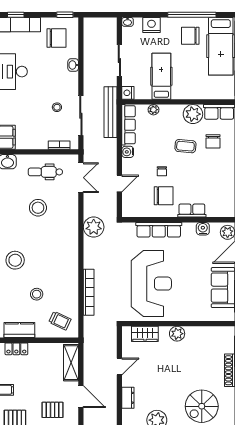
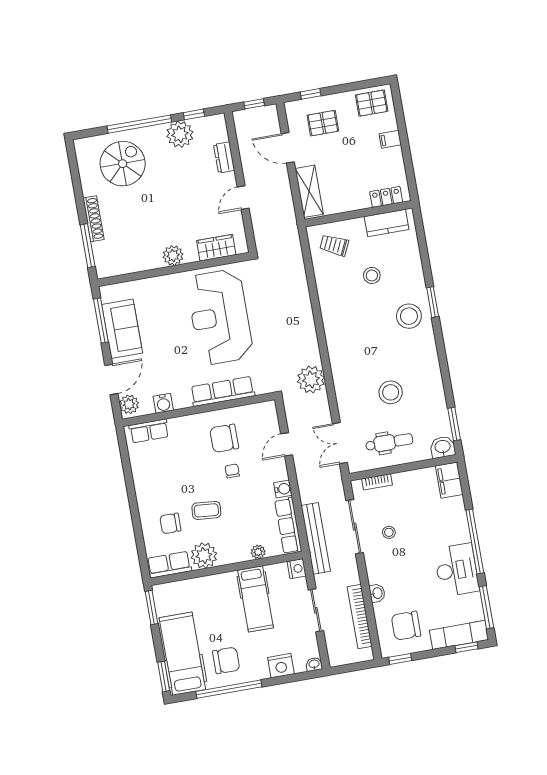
chair: (213, 141) -> (170, 523), turned -90
row of seats: (192, 211) -> (149, 431), moved
bookcase: (89, 292) -> (360, 617), moved

